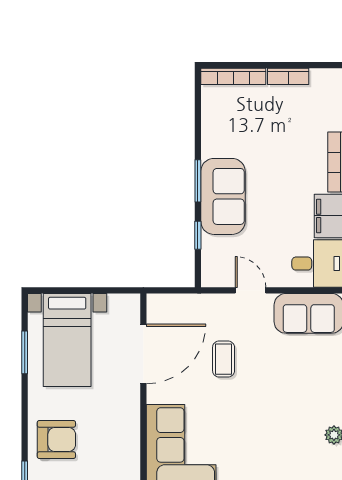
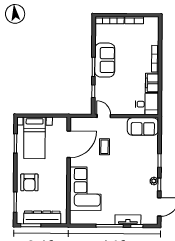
sofa: (223, 196) -> (105, 60), moved
door: (251, 290) -> (104, 116), moved
armchair: (56, 440) -> (29, 182), turned 90

